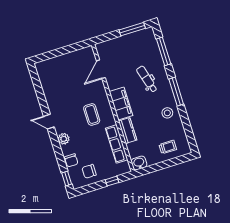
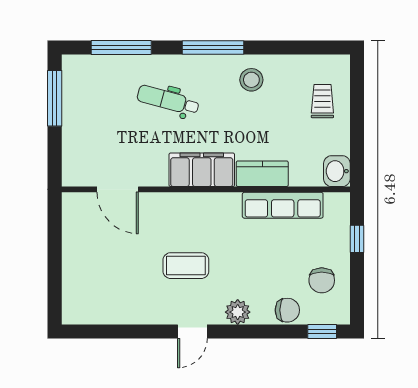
dental chair: (147, 79) -> (168, 100), turned 31
coffee table: (92, 114) -> (186, 266), moved

